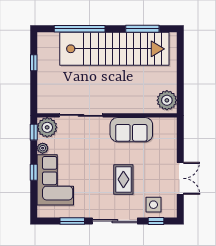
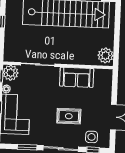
rug: (123, 179) -> (69, 116), turned 90

